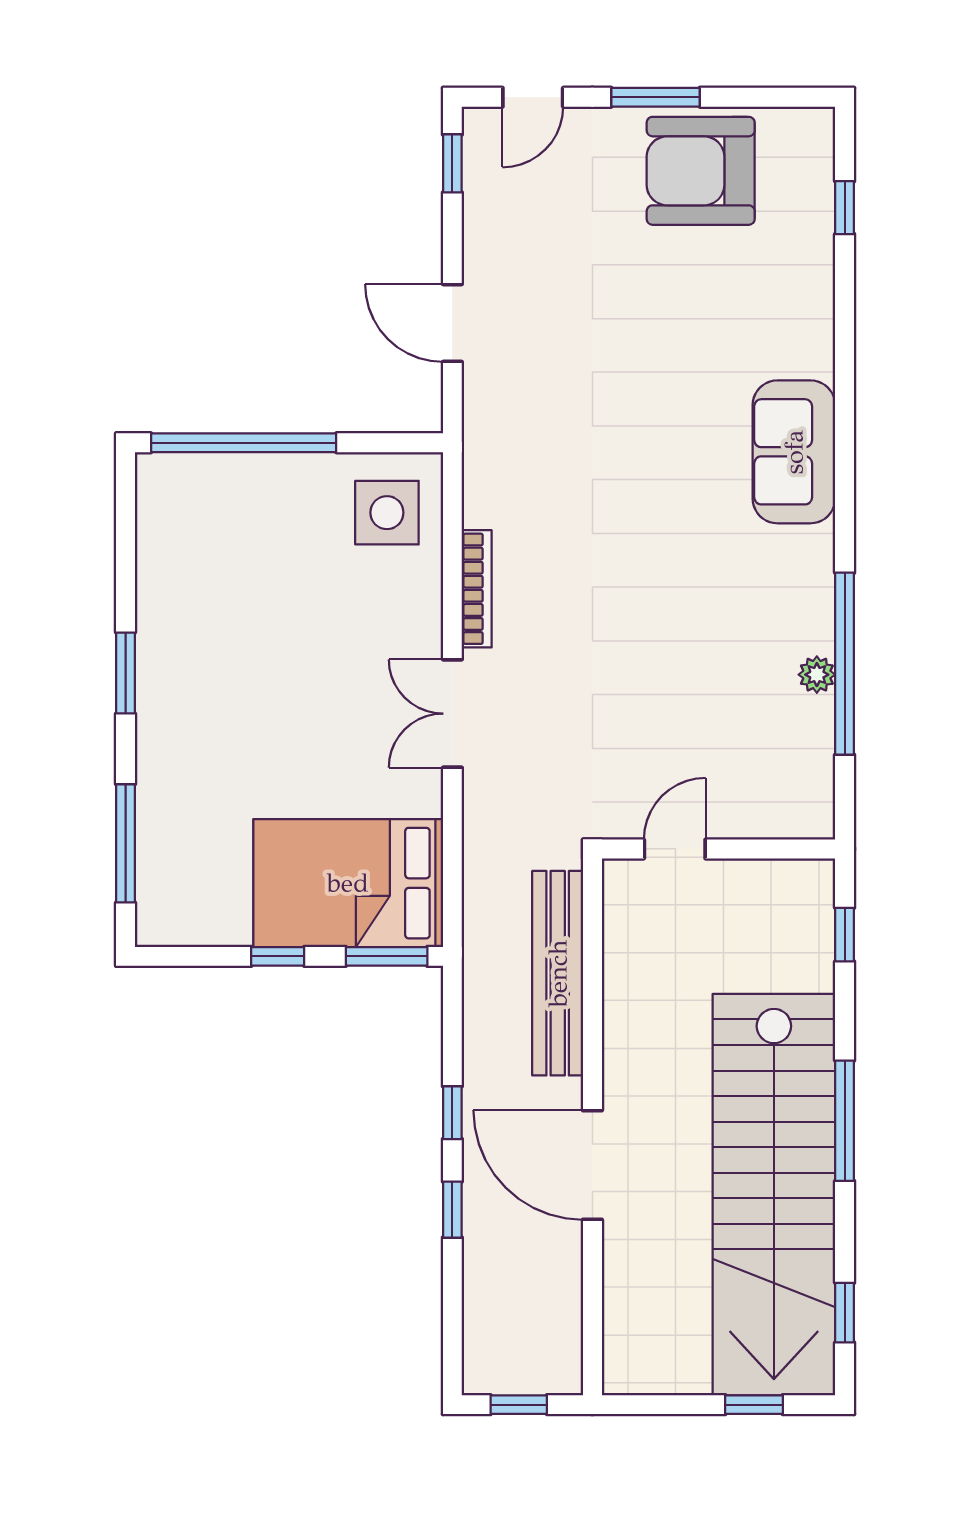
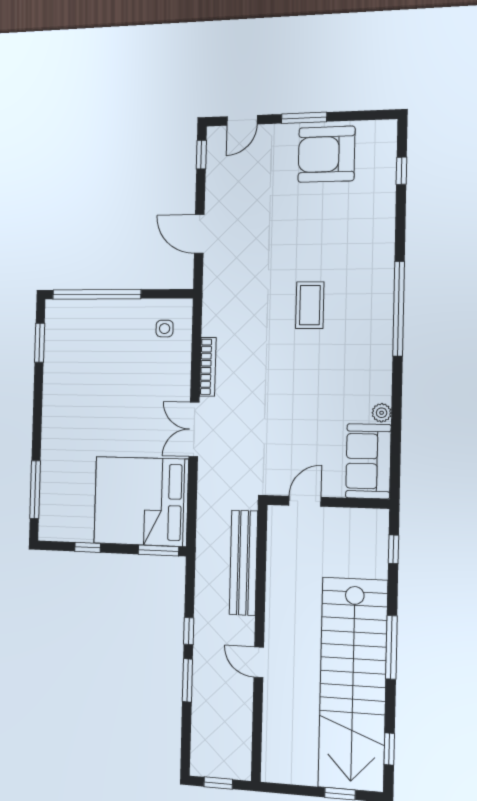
sofa: (794, 452) -> (368, 461), moved
coffee table: (675, 467) -> (310, 305), added
side table: (387, 513) -> (165, 329), width x0.54, depth x0.54
window: (845, 664) -> (399, 309), moved
window: (126, 673) -> (40, 343), moved
bed: (348, 883) -> (141, 501), width x1.36
window: (278, 956) -> (88, 547), moved
door: (592, 1165) -> (259, 662), width x0.53
window: (452, 1210) -> (187, 680), width x1.50

